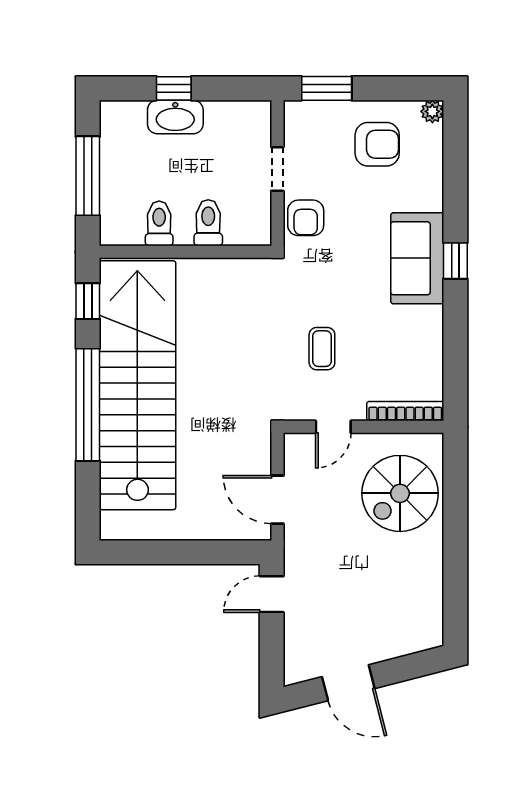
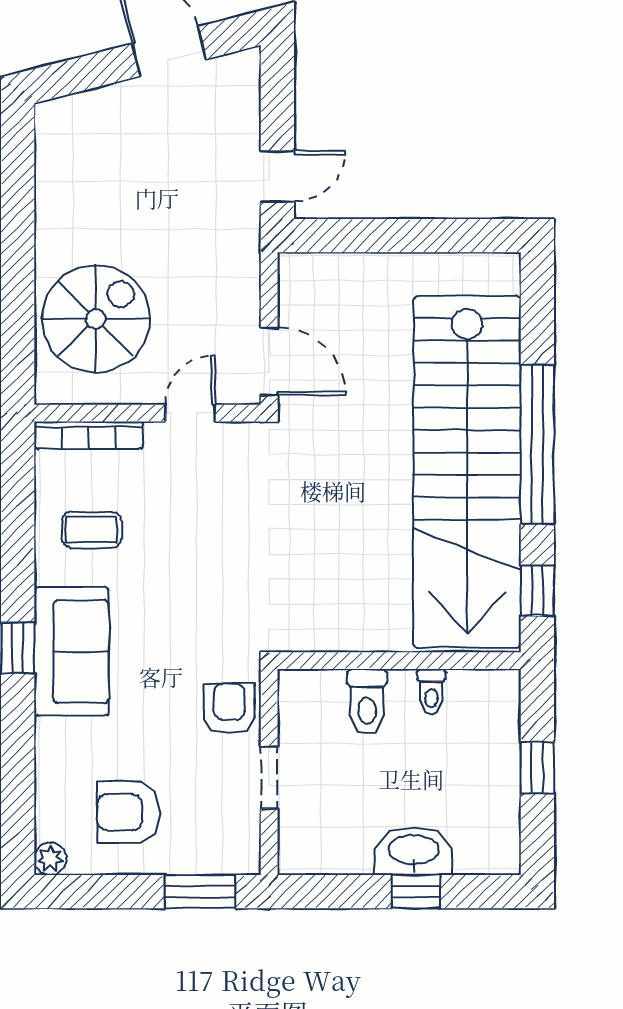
window: (88, 176) -> (537, 768), width x0.46
toilet: (159, 223) -> (431, 692), width x0.73, depth x0.72
coffee table: (322, 349) -> (91, 530), moved, turned 90
door: (277, 500) -> (269, 361), moved

